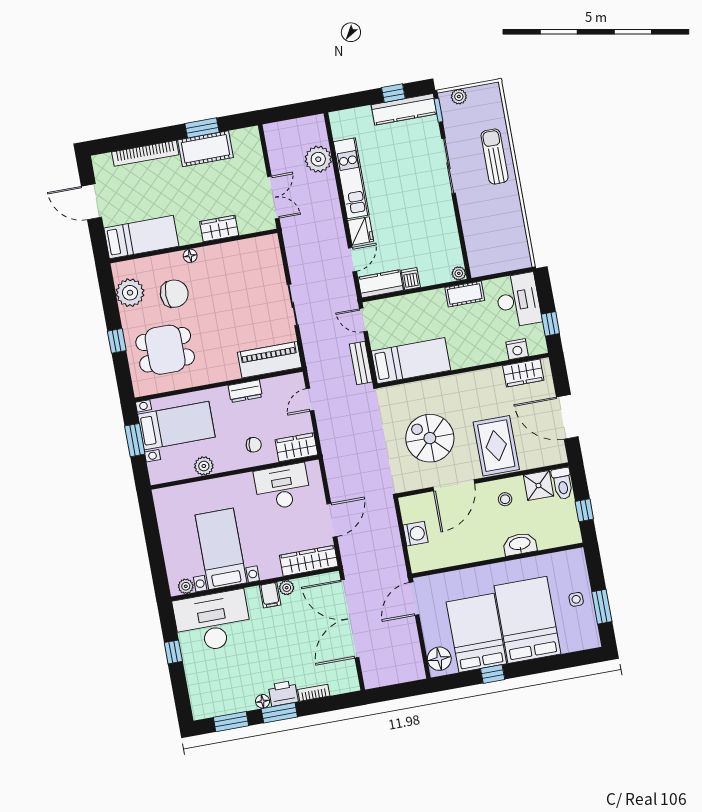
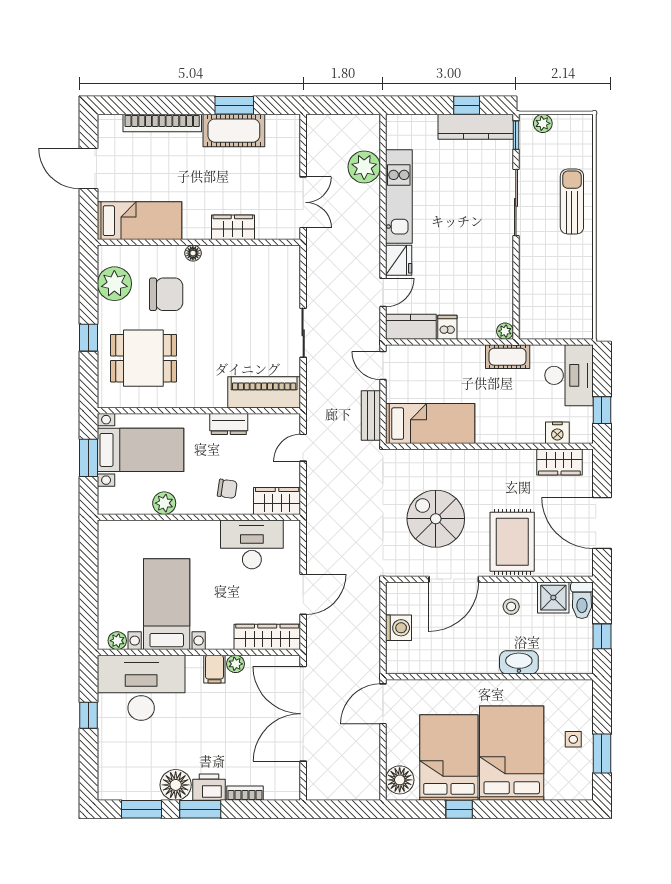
floor lamp: (263, 701) -> (176, 785), width x1.89, depth x1.89

